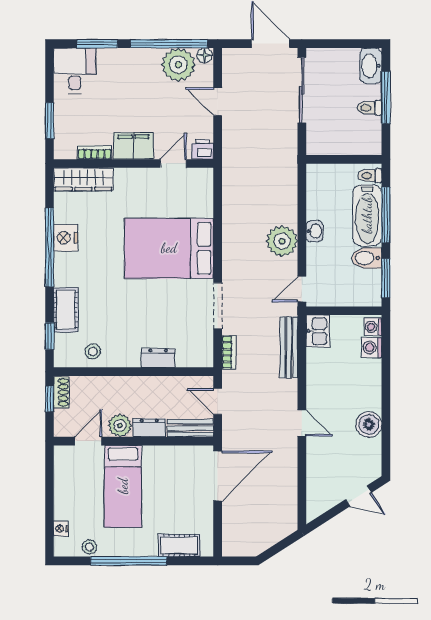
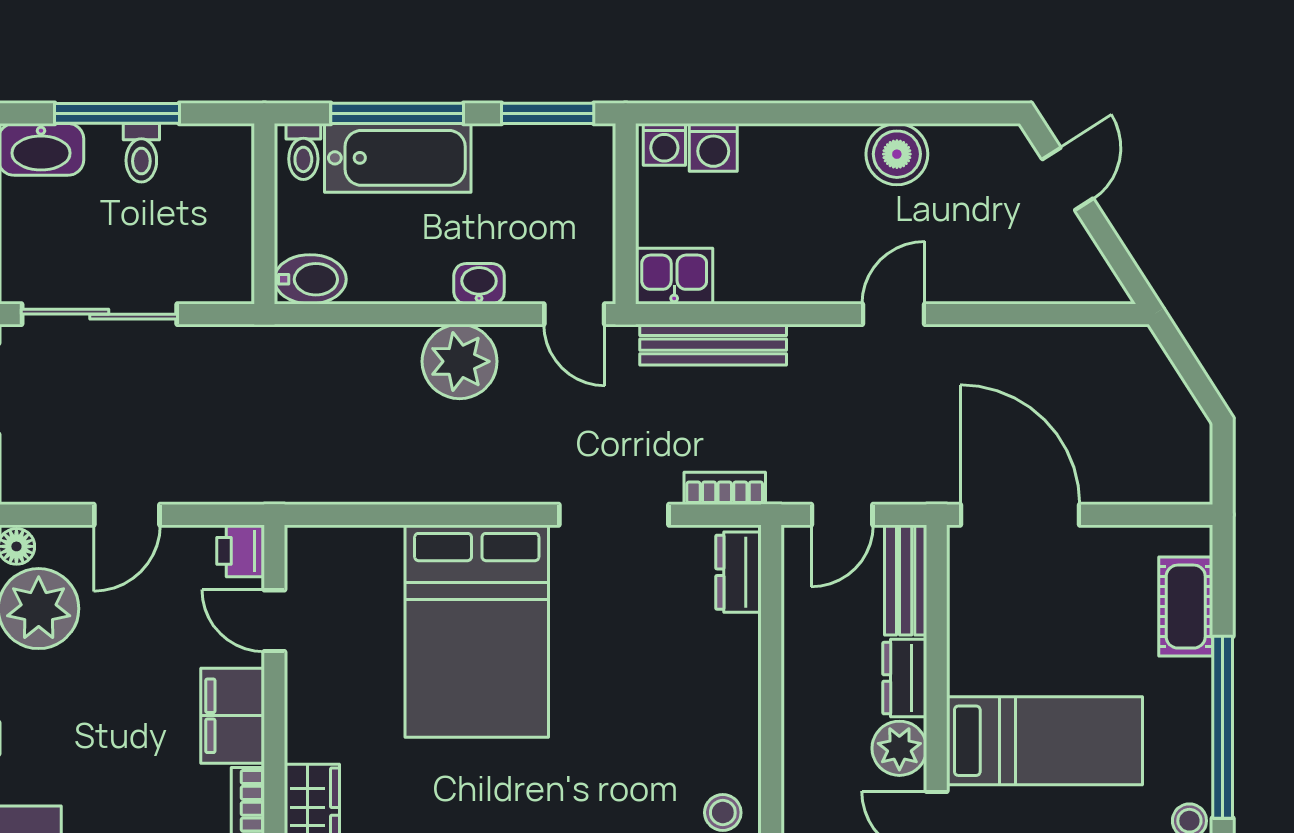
washbasin: (315, 231) -> (479, 284), moved
bidet: (367, 258) -> (310, 279), moved, turned -90
dresser: (158, 358) -> (738, 572), moved

